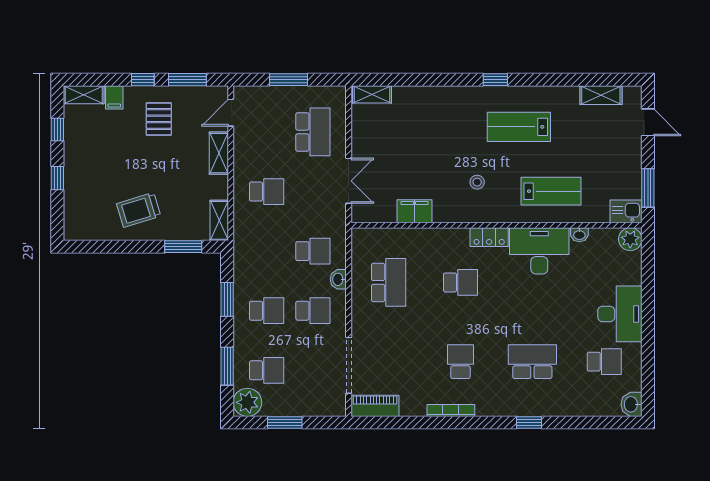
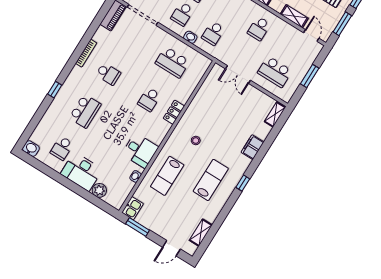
filing cabinet: (415, 211) -> (253, 147), moved, turned 180
locker: (489, 237) -> (174, 112), moved
plant: (630, 239) -> (99, 190), moved
desk: (539, 251) -> (140, 150), width x0.73

